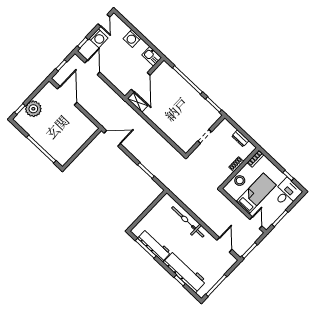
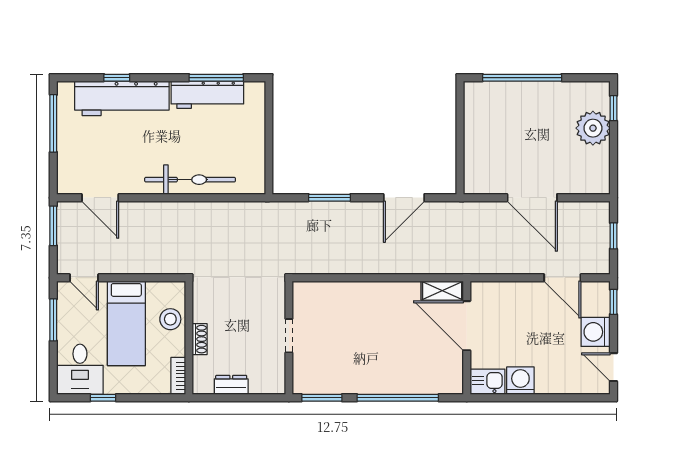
washing machine: (132, 38) -> (520, 381), moved
door: (67, 96) -> (532, 198), moved
door: (112, 138) -> (404, 198), moved

